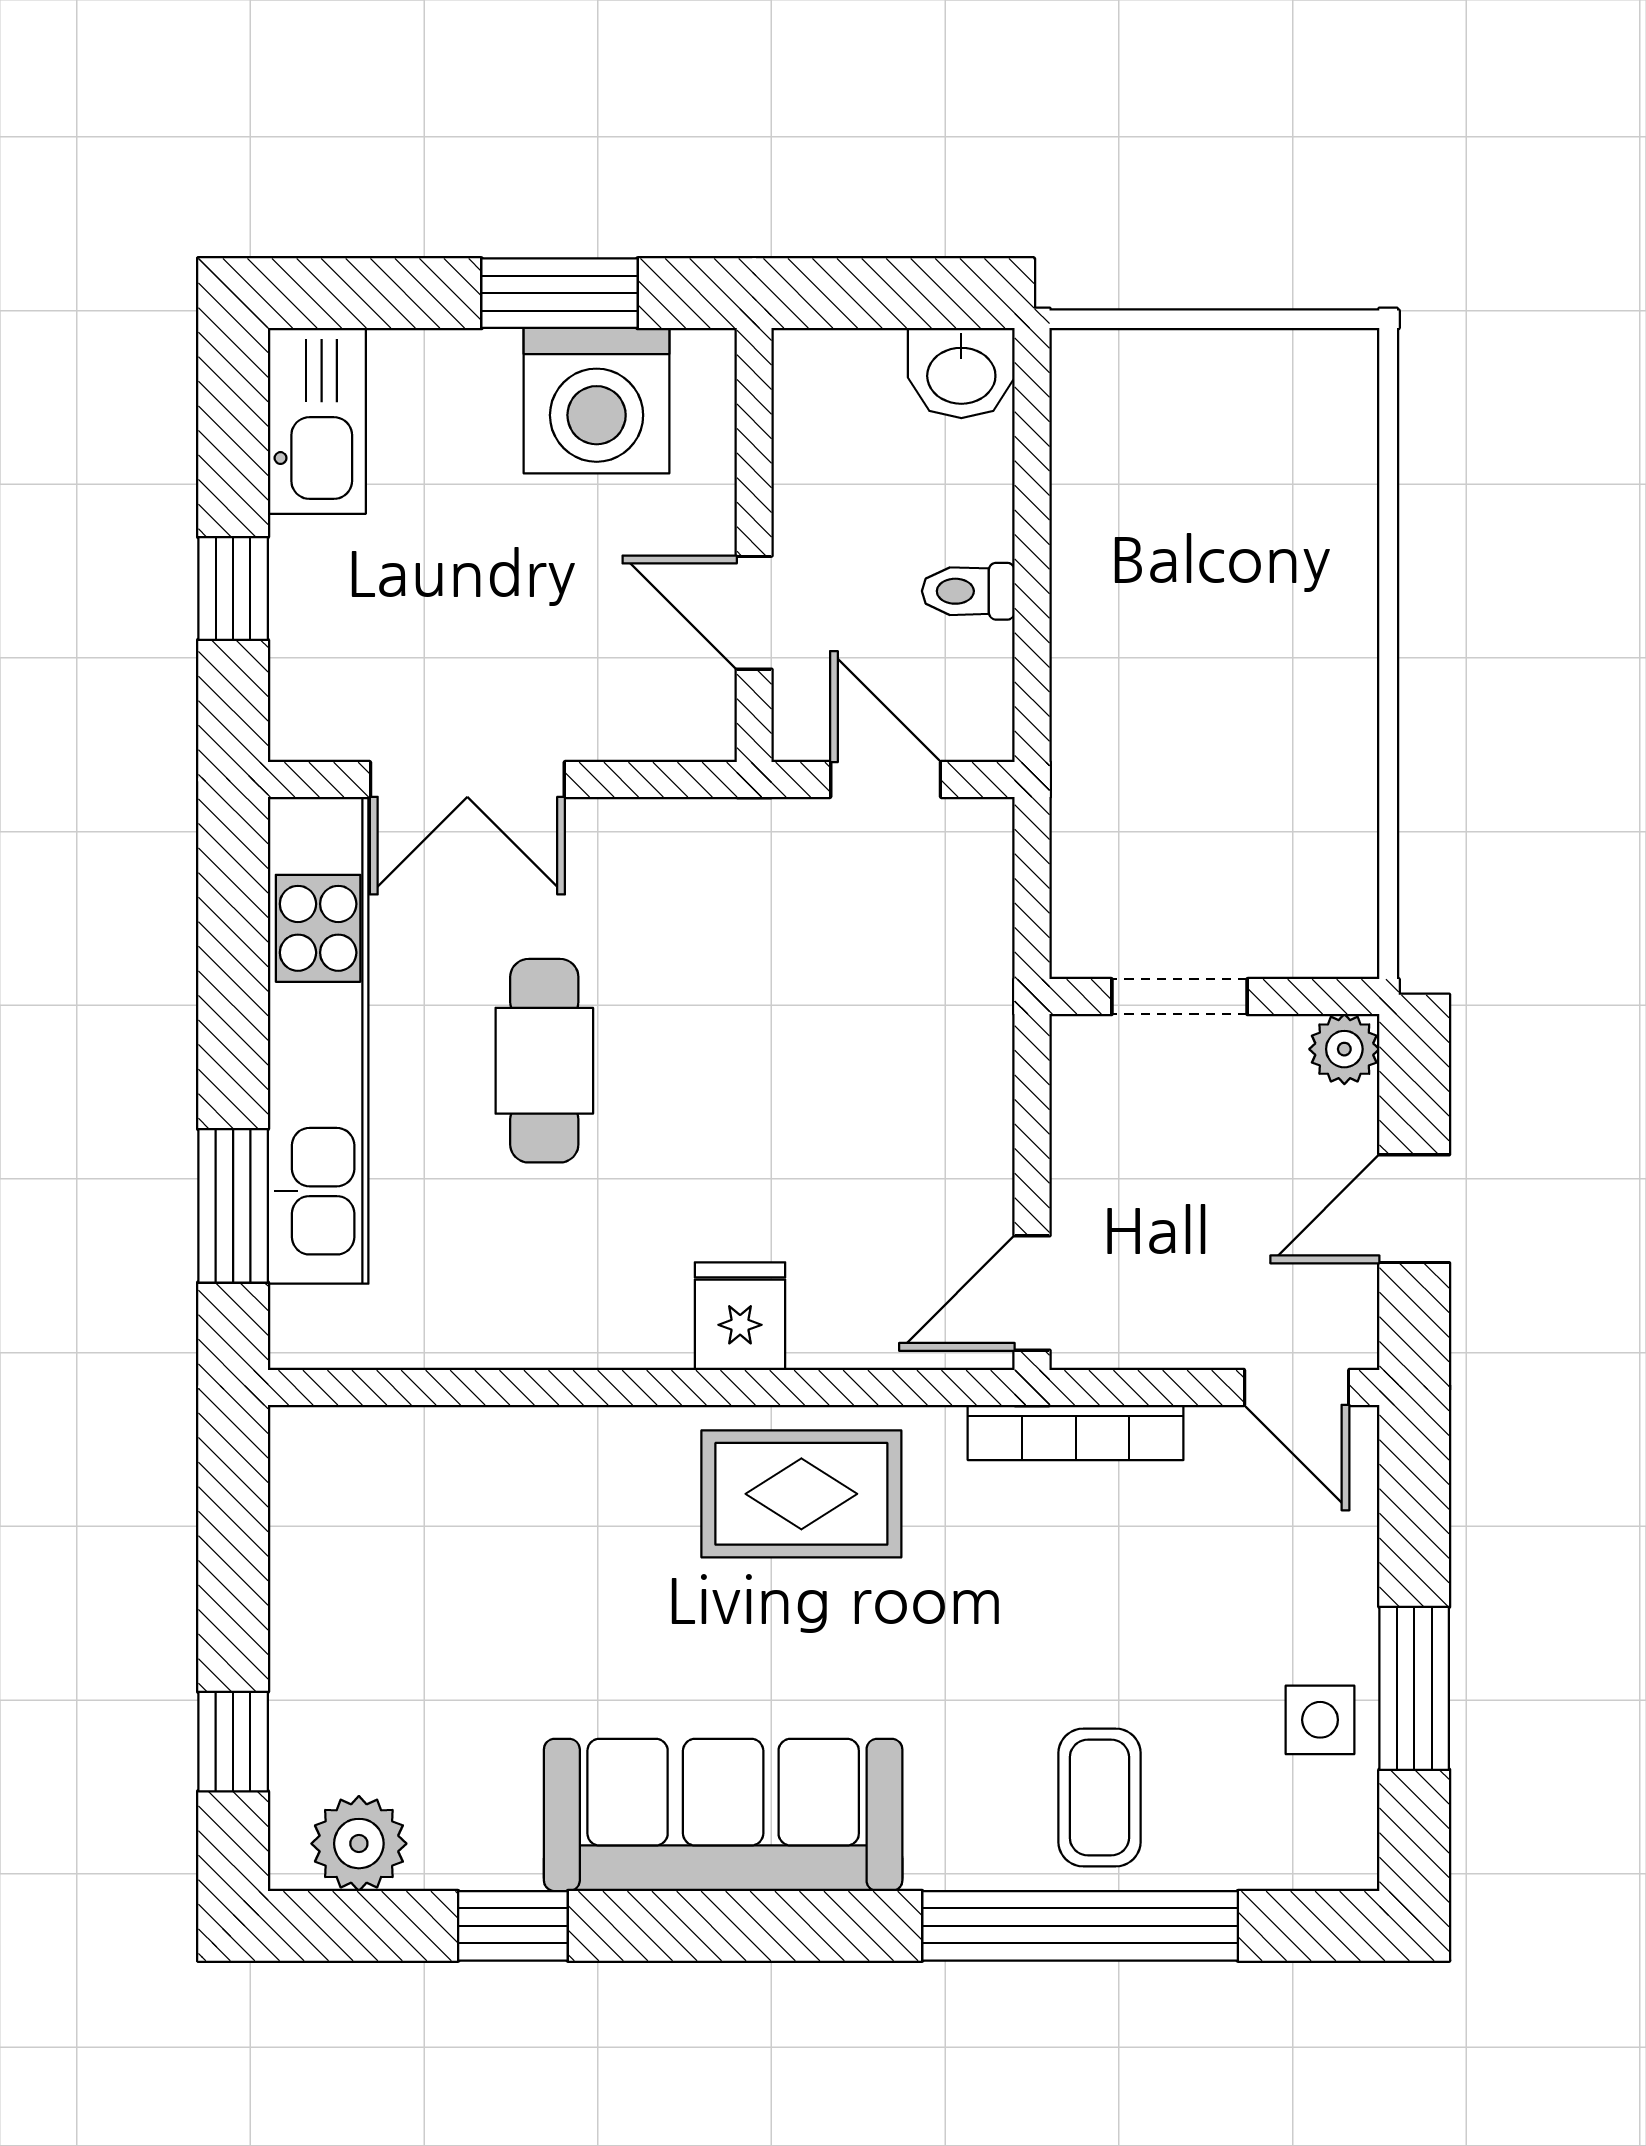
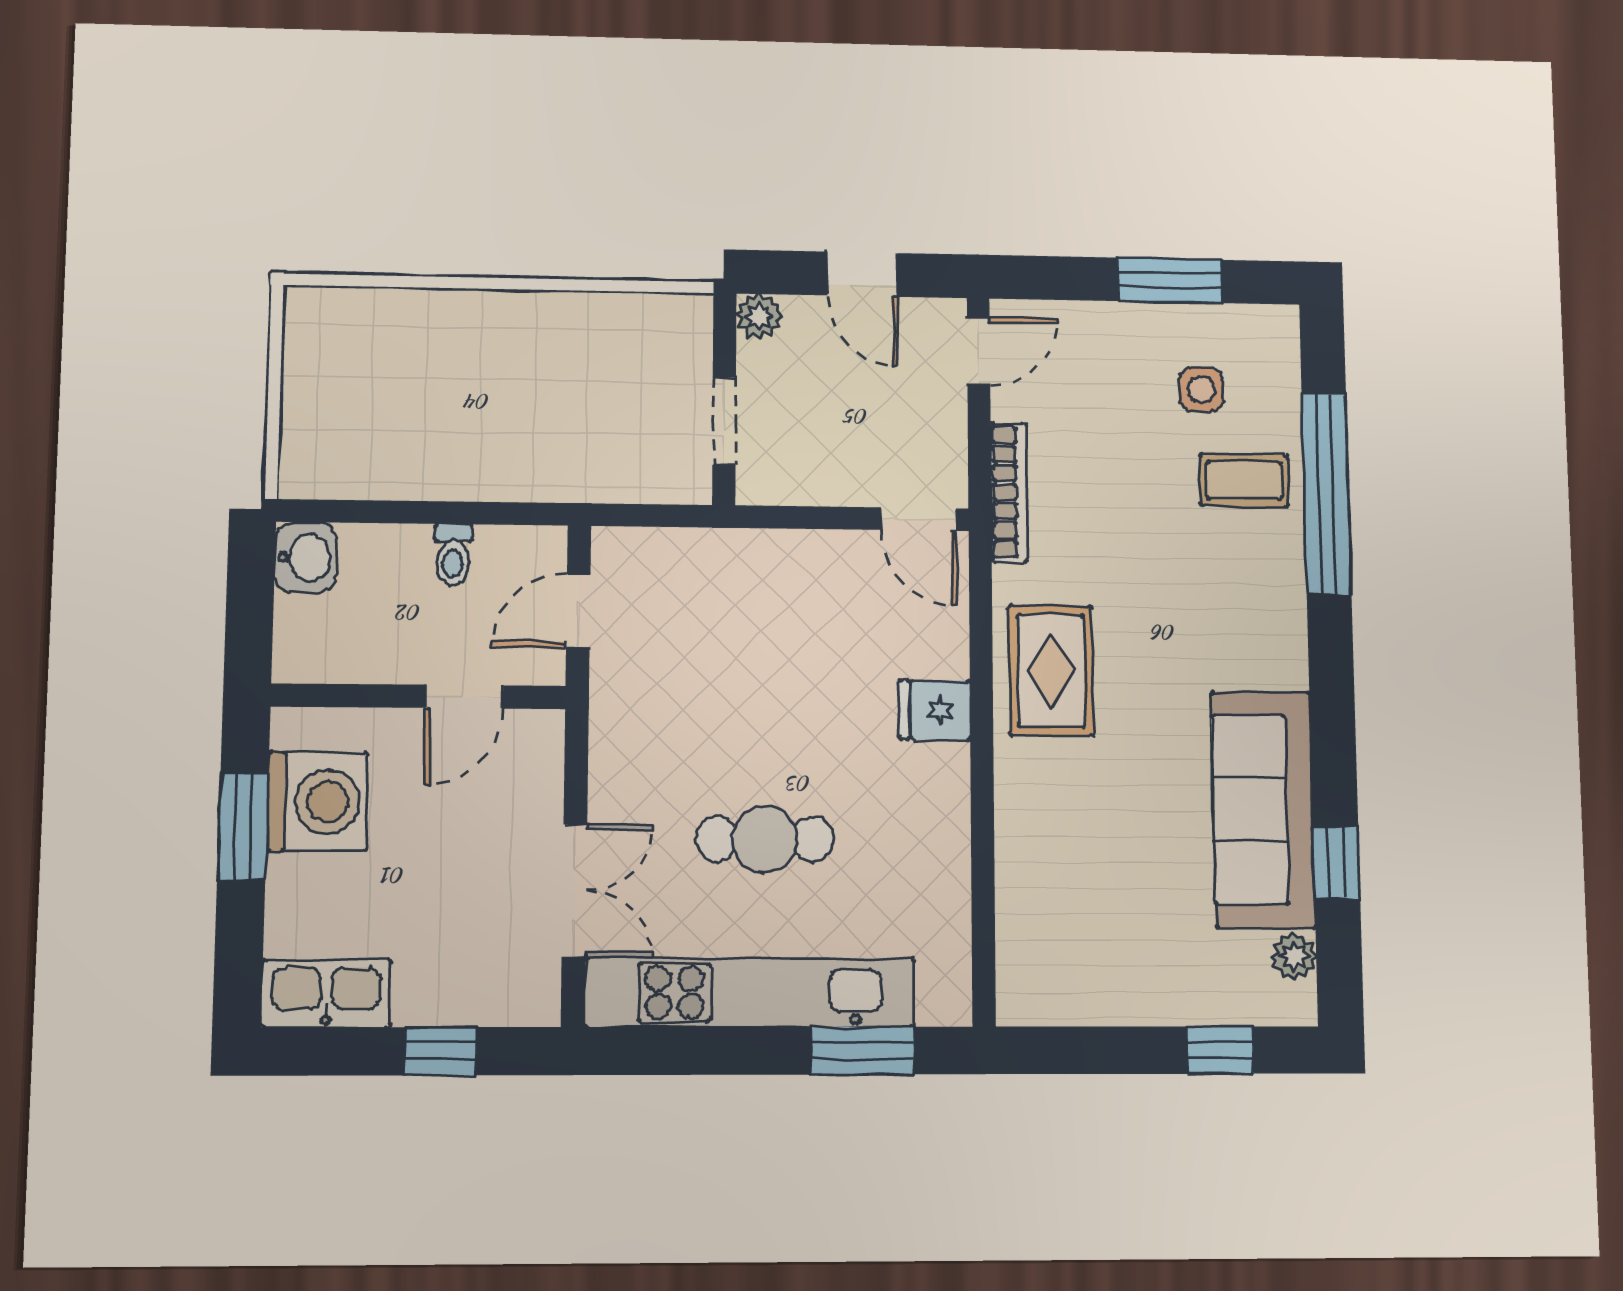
side table: (1320, 1720) -> (1201, 389), moved
sofa: (723, 1815) -> (1263, 809), moved
plant: (359, 1844) -> (1294, 956), width x0.73, depth x0.73

